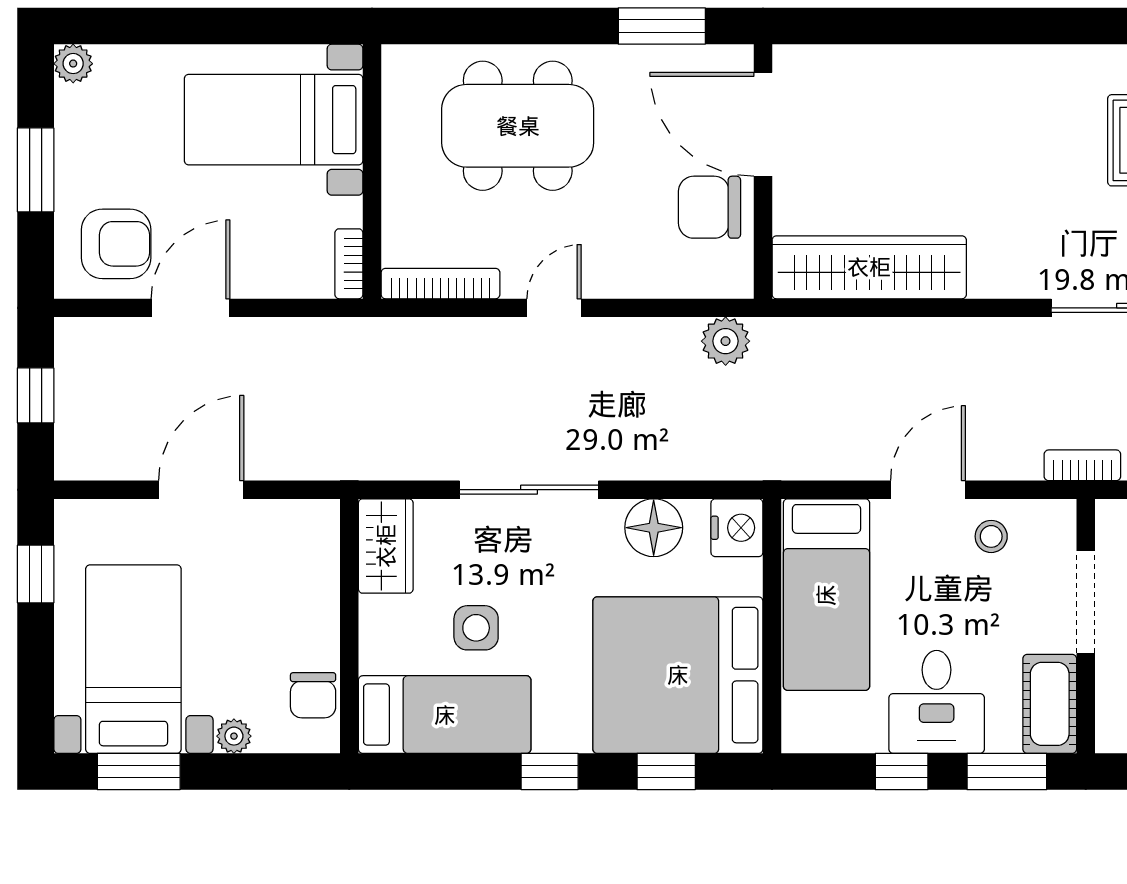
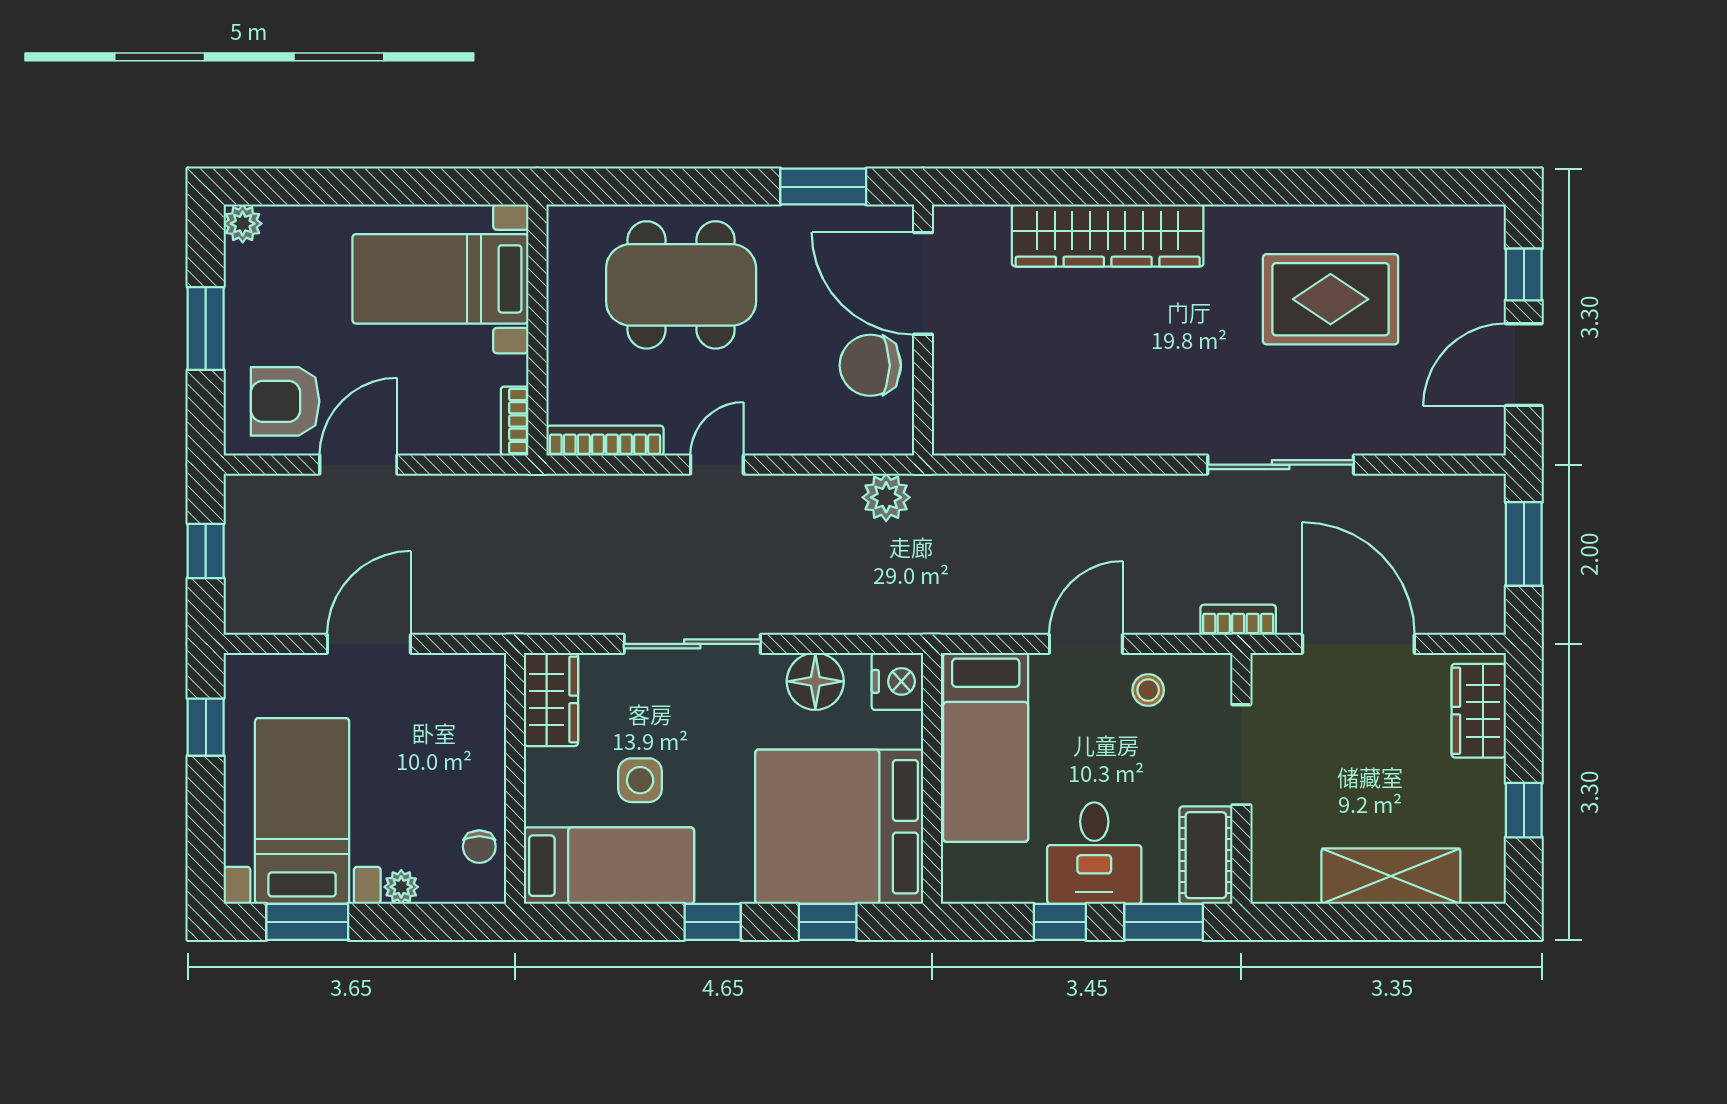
armchair: (116, 244) -> (285, 401), turned 180
wardrobe: (869, 267) -> (1108, 236), moved, turned 180
chair: (313, 695) -> (479, 847), width x0.73, depth x0.73

